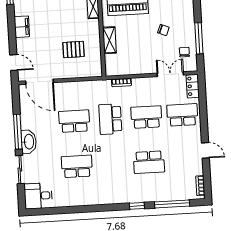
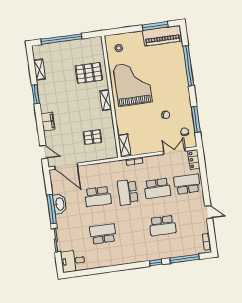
shelving: (109, 40) -> (124, 145), moved
school desk: (146, 117) -> (157, 188), turned 180
school desk: (74, 121) -> (98, 197), turned 180
washbasin: (29, 142) -> (60, 204), moved

